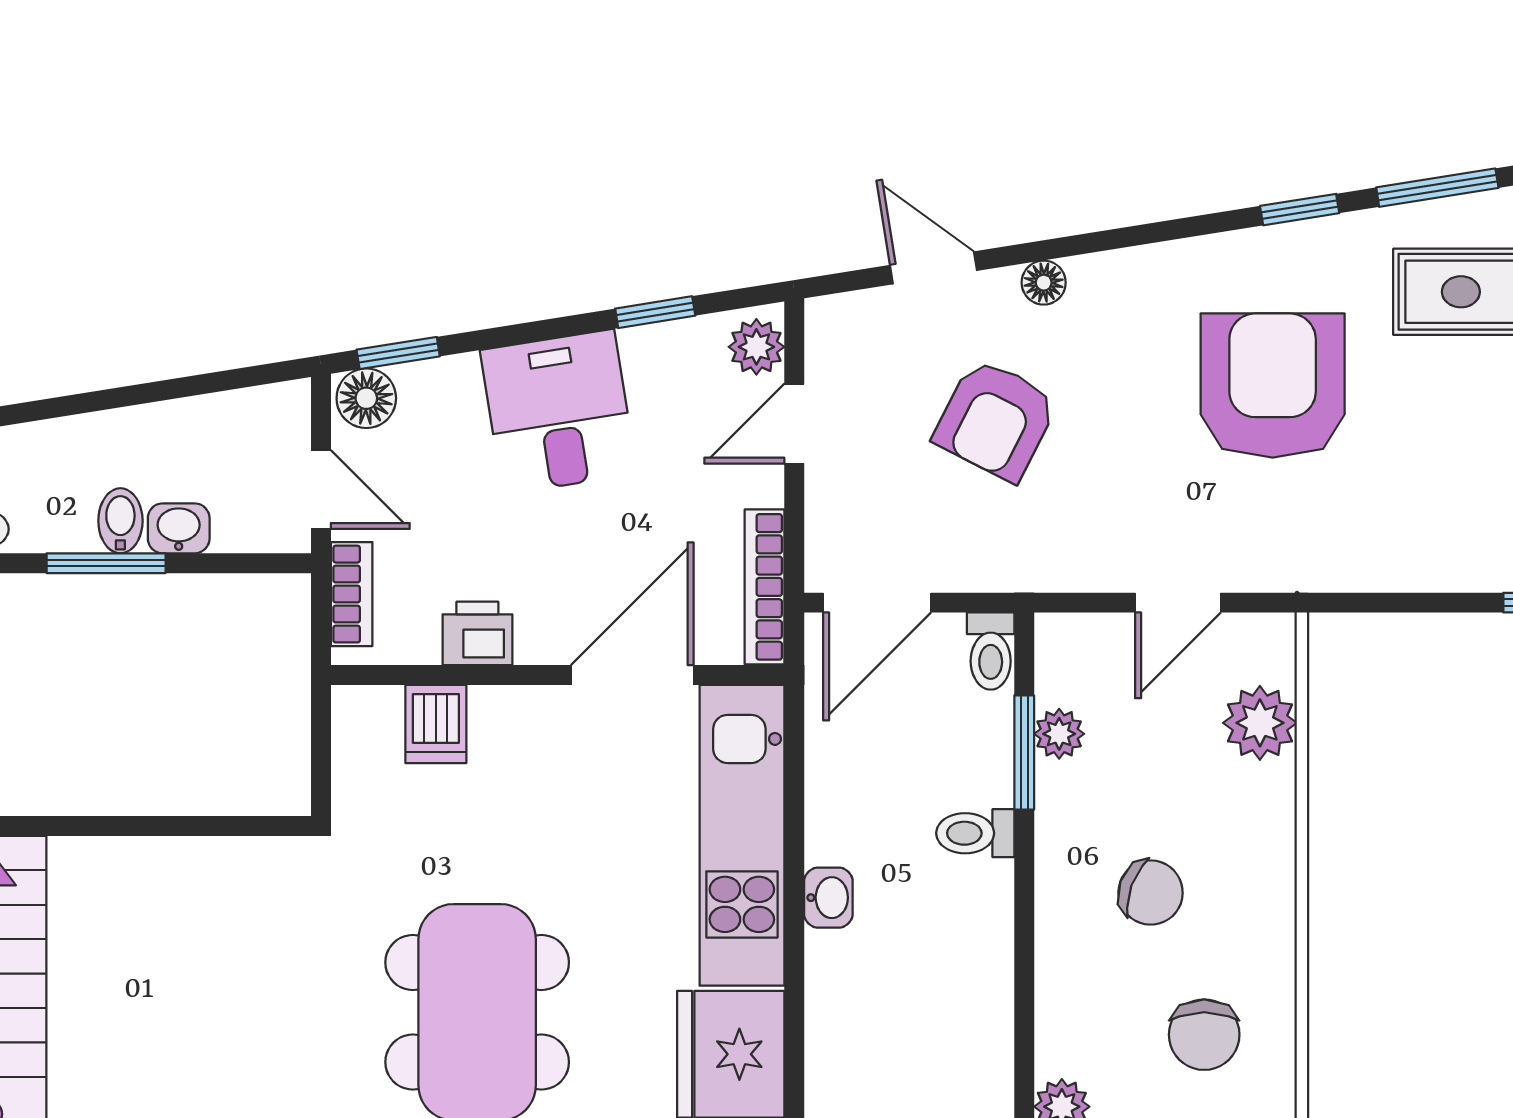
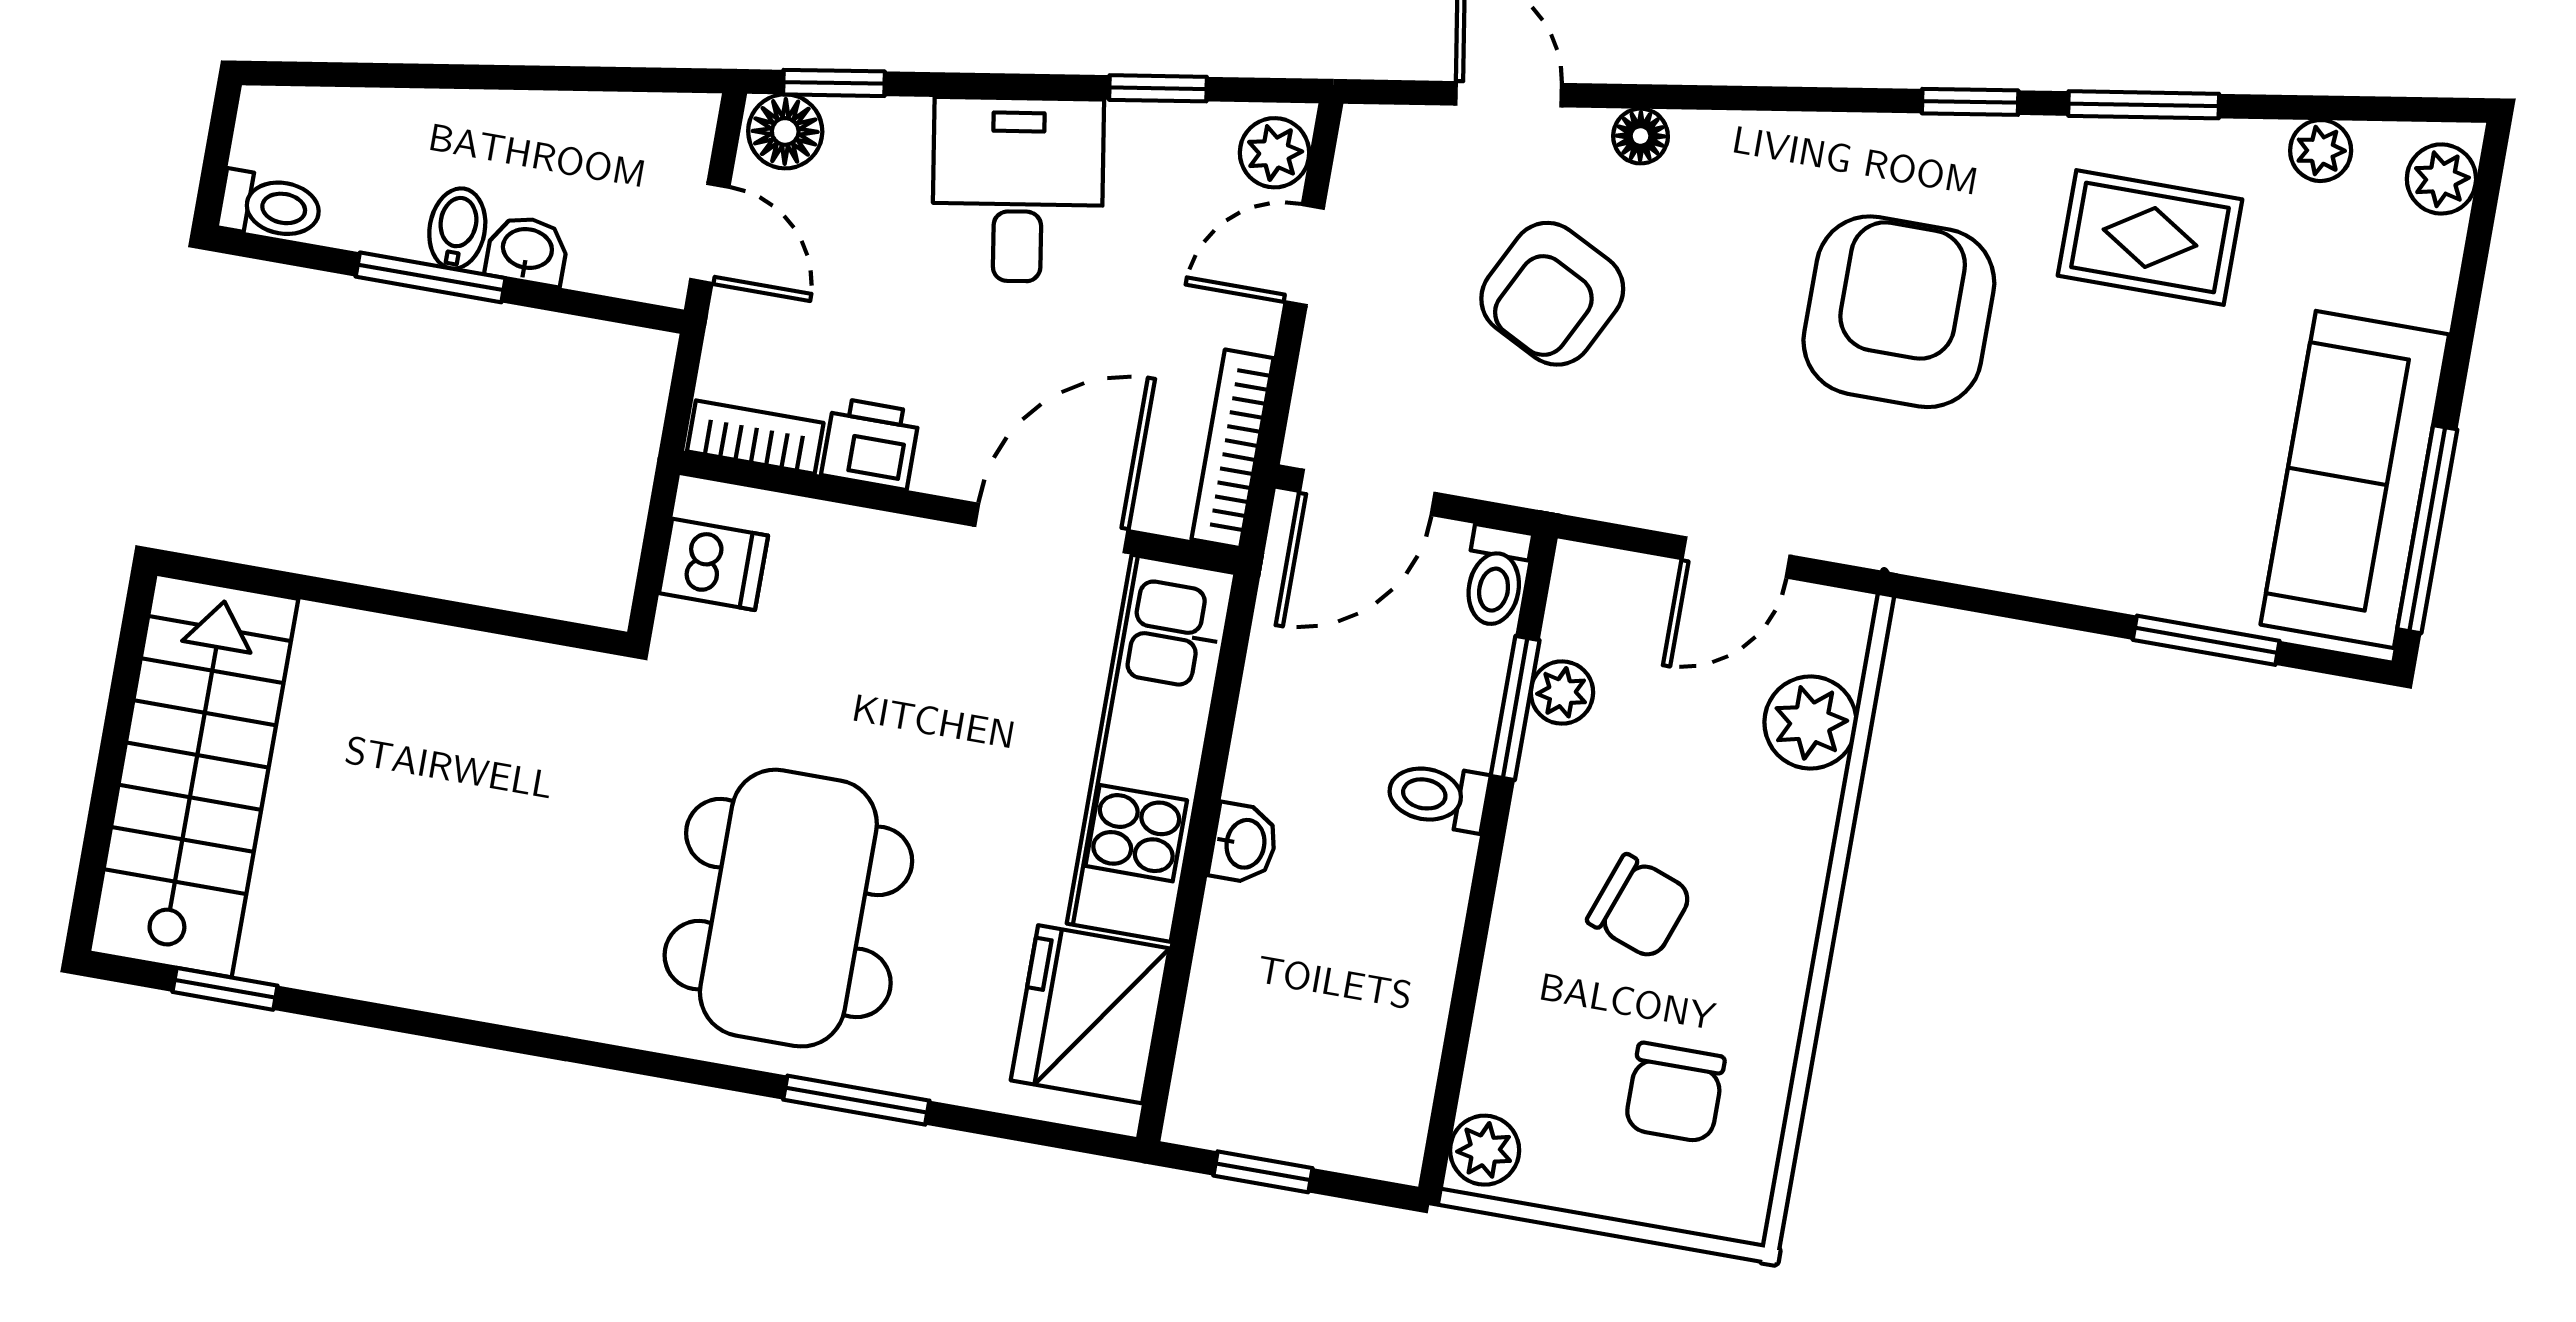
bookcase: (352, 594) -> (755, 437), moved, turned -90
dishwasher: (436, 724) -> (714, 564), moved, turned -90

